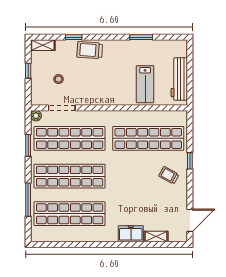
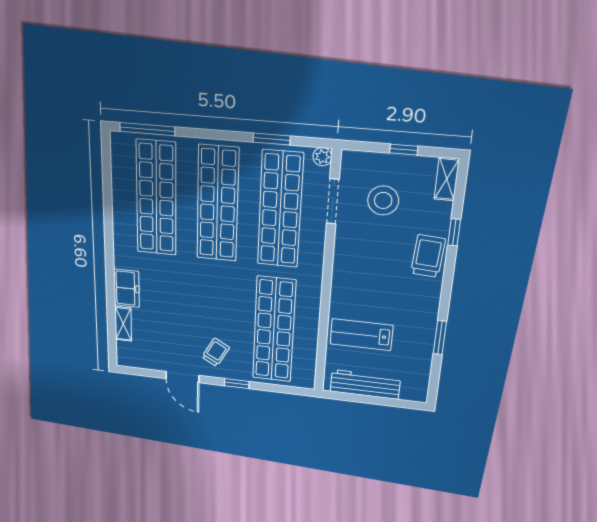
stool: (59, 79) -> (383, 200), width x1.89, depth x1.89
window: (28, 200) -> (147, 129), moved
door: (190, 220) -> (182, 377), moved

